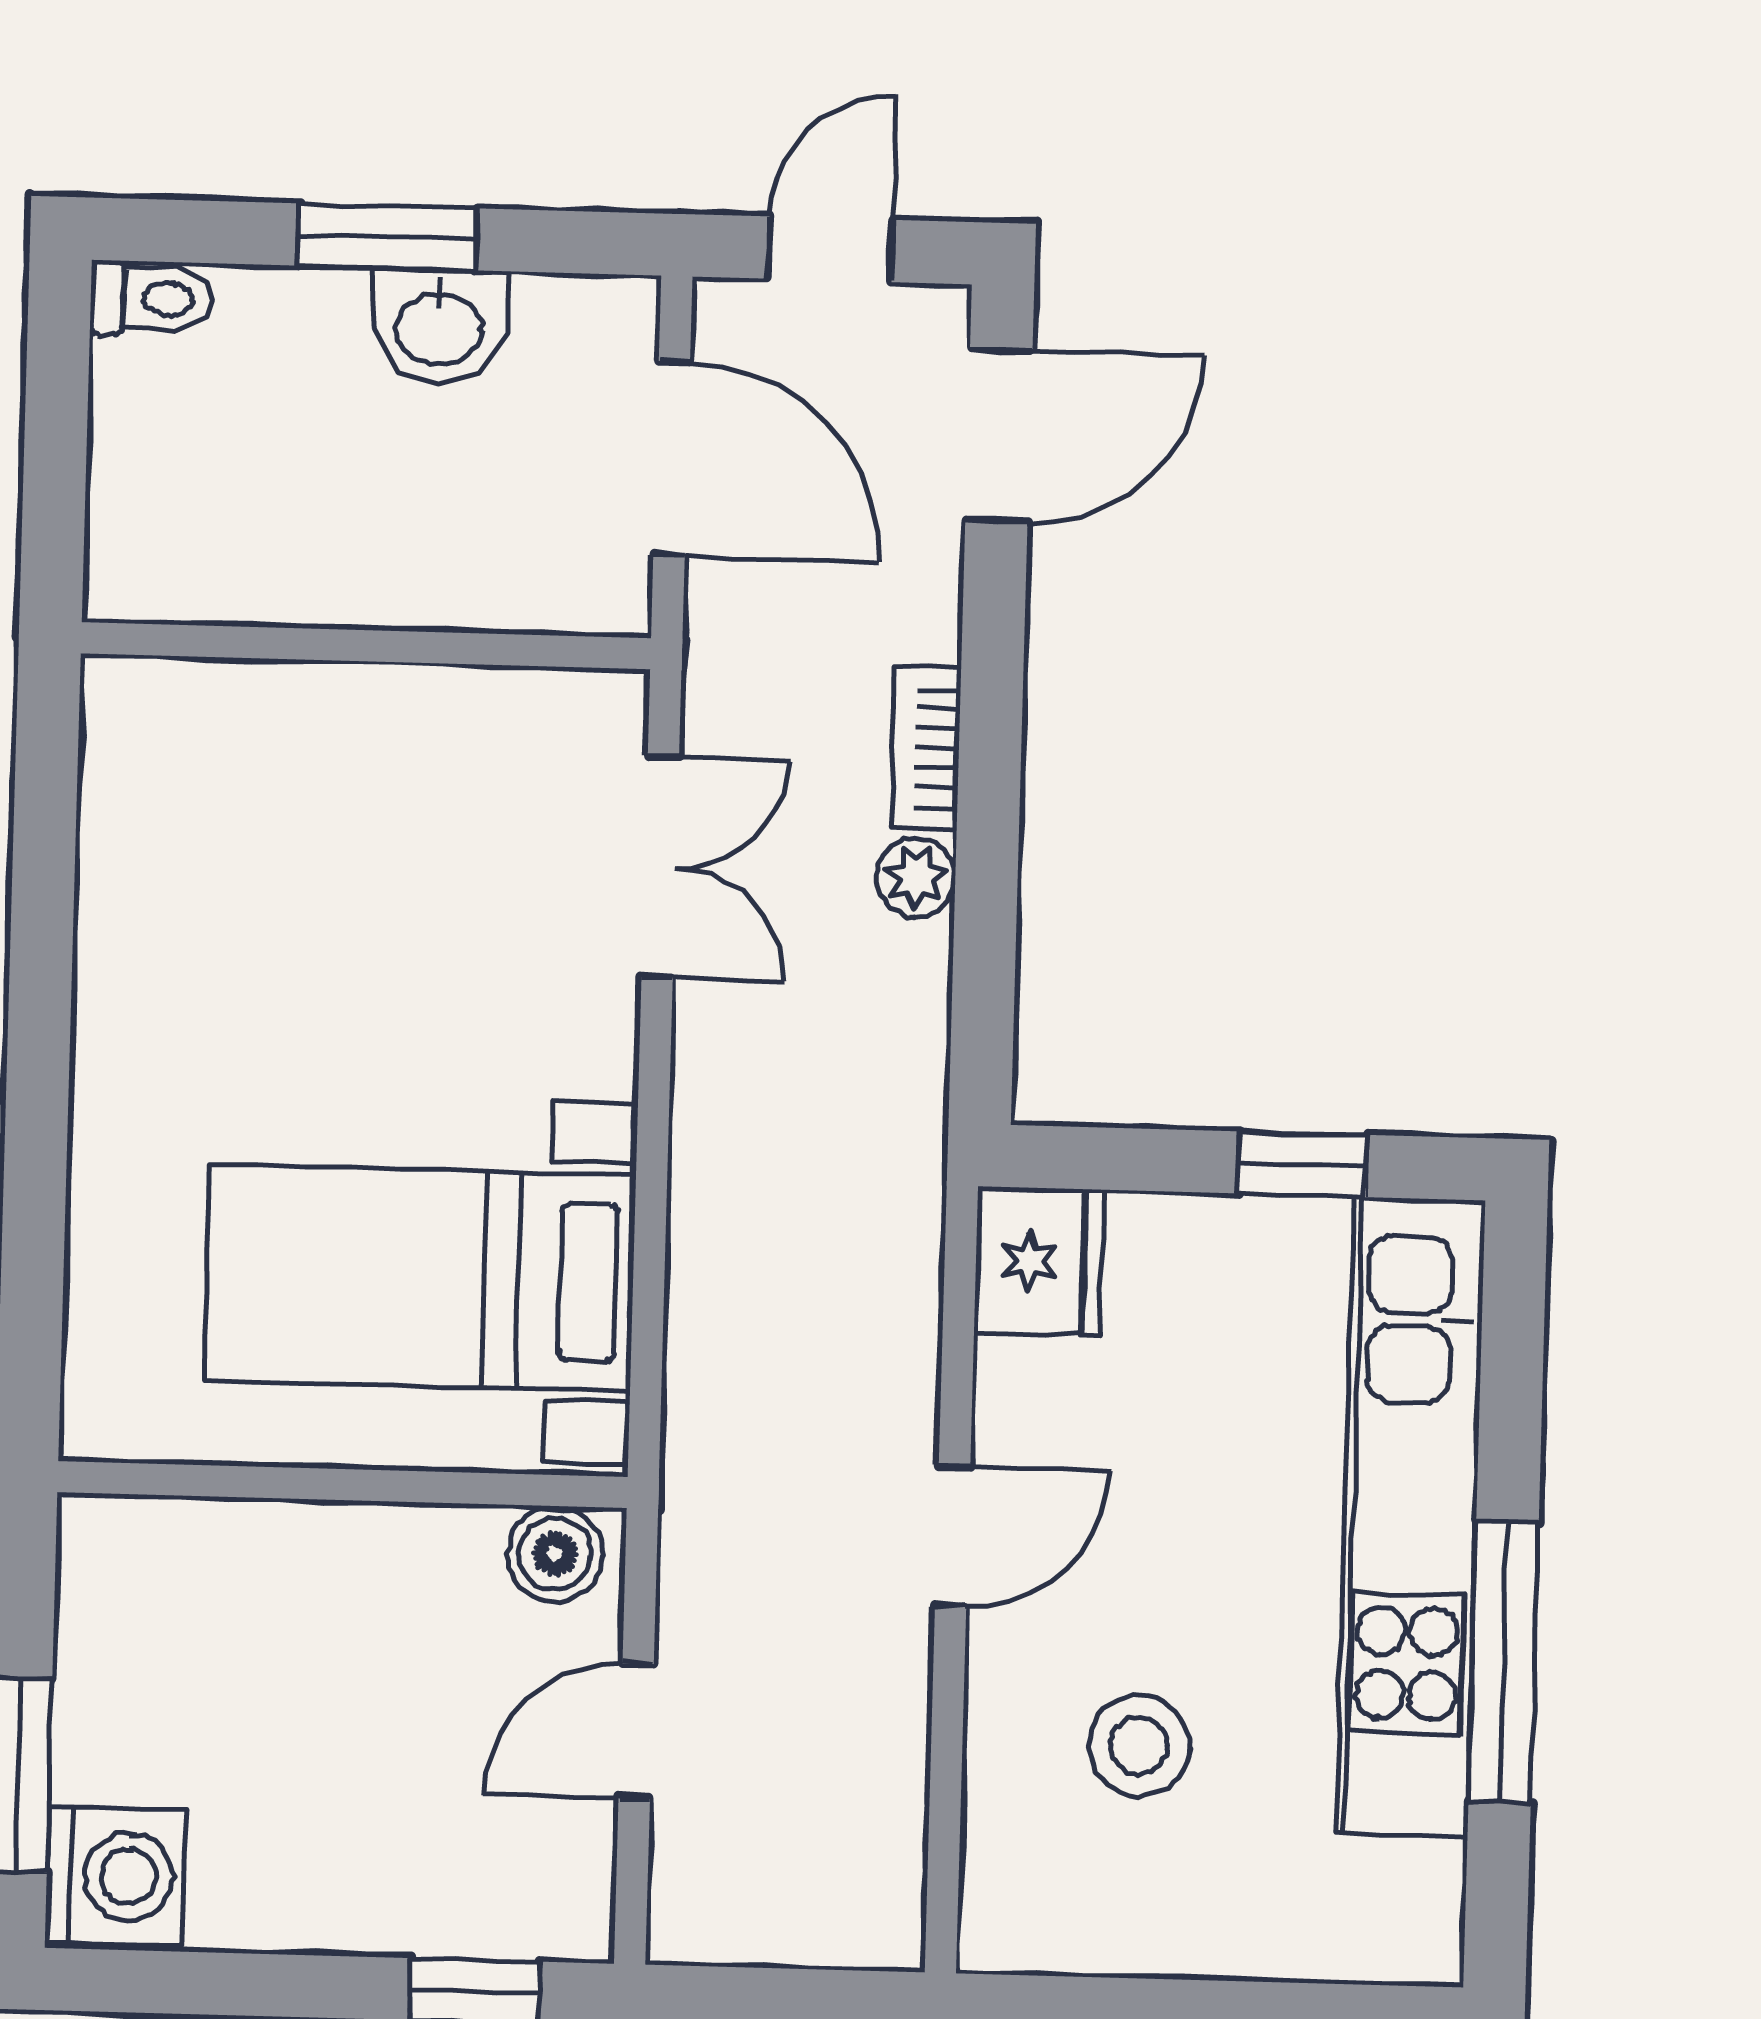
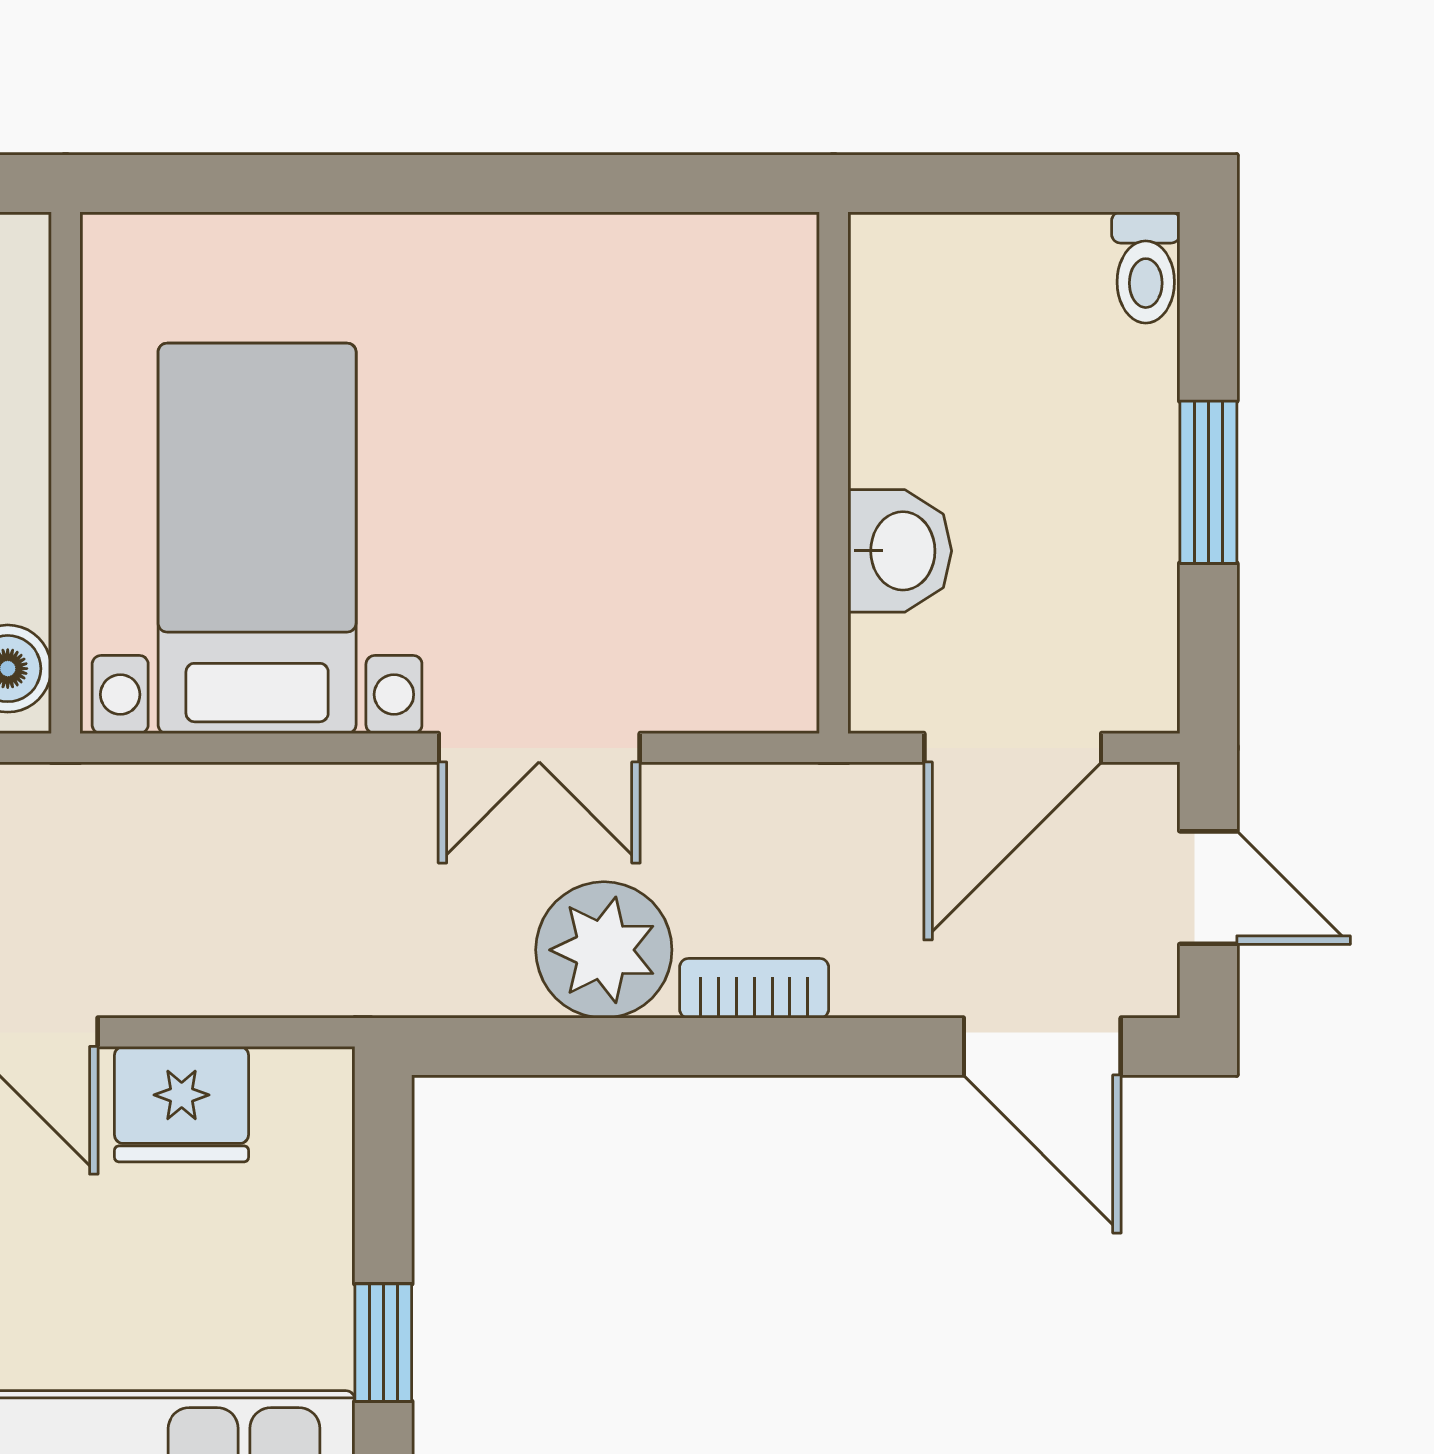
washbasin: (439, 326) -> (900, 551), moved, turned 180
double door: (660, 867) -> (539, 748), moved
plant: (916, 878) -> (604, 950), width x1.87, depth x1.87
fridge: (1039, 1261) -> (182, 1104), moved

